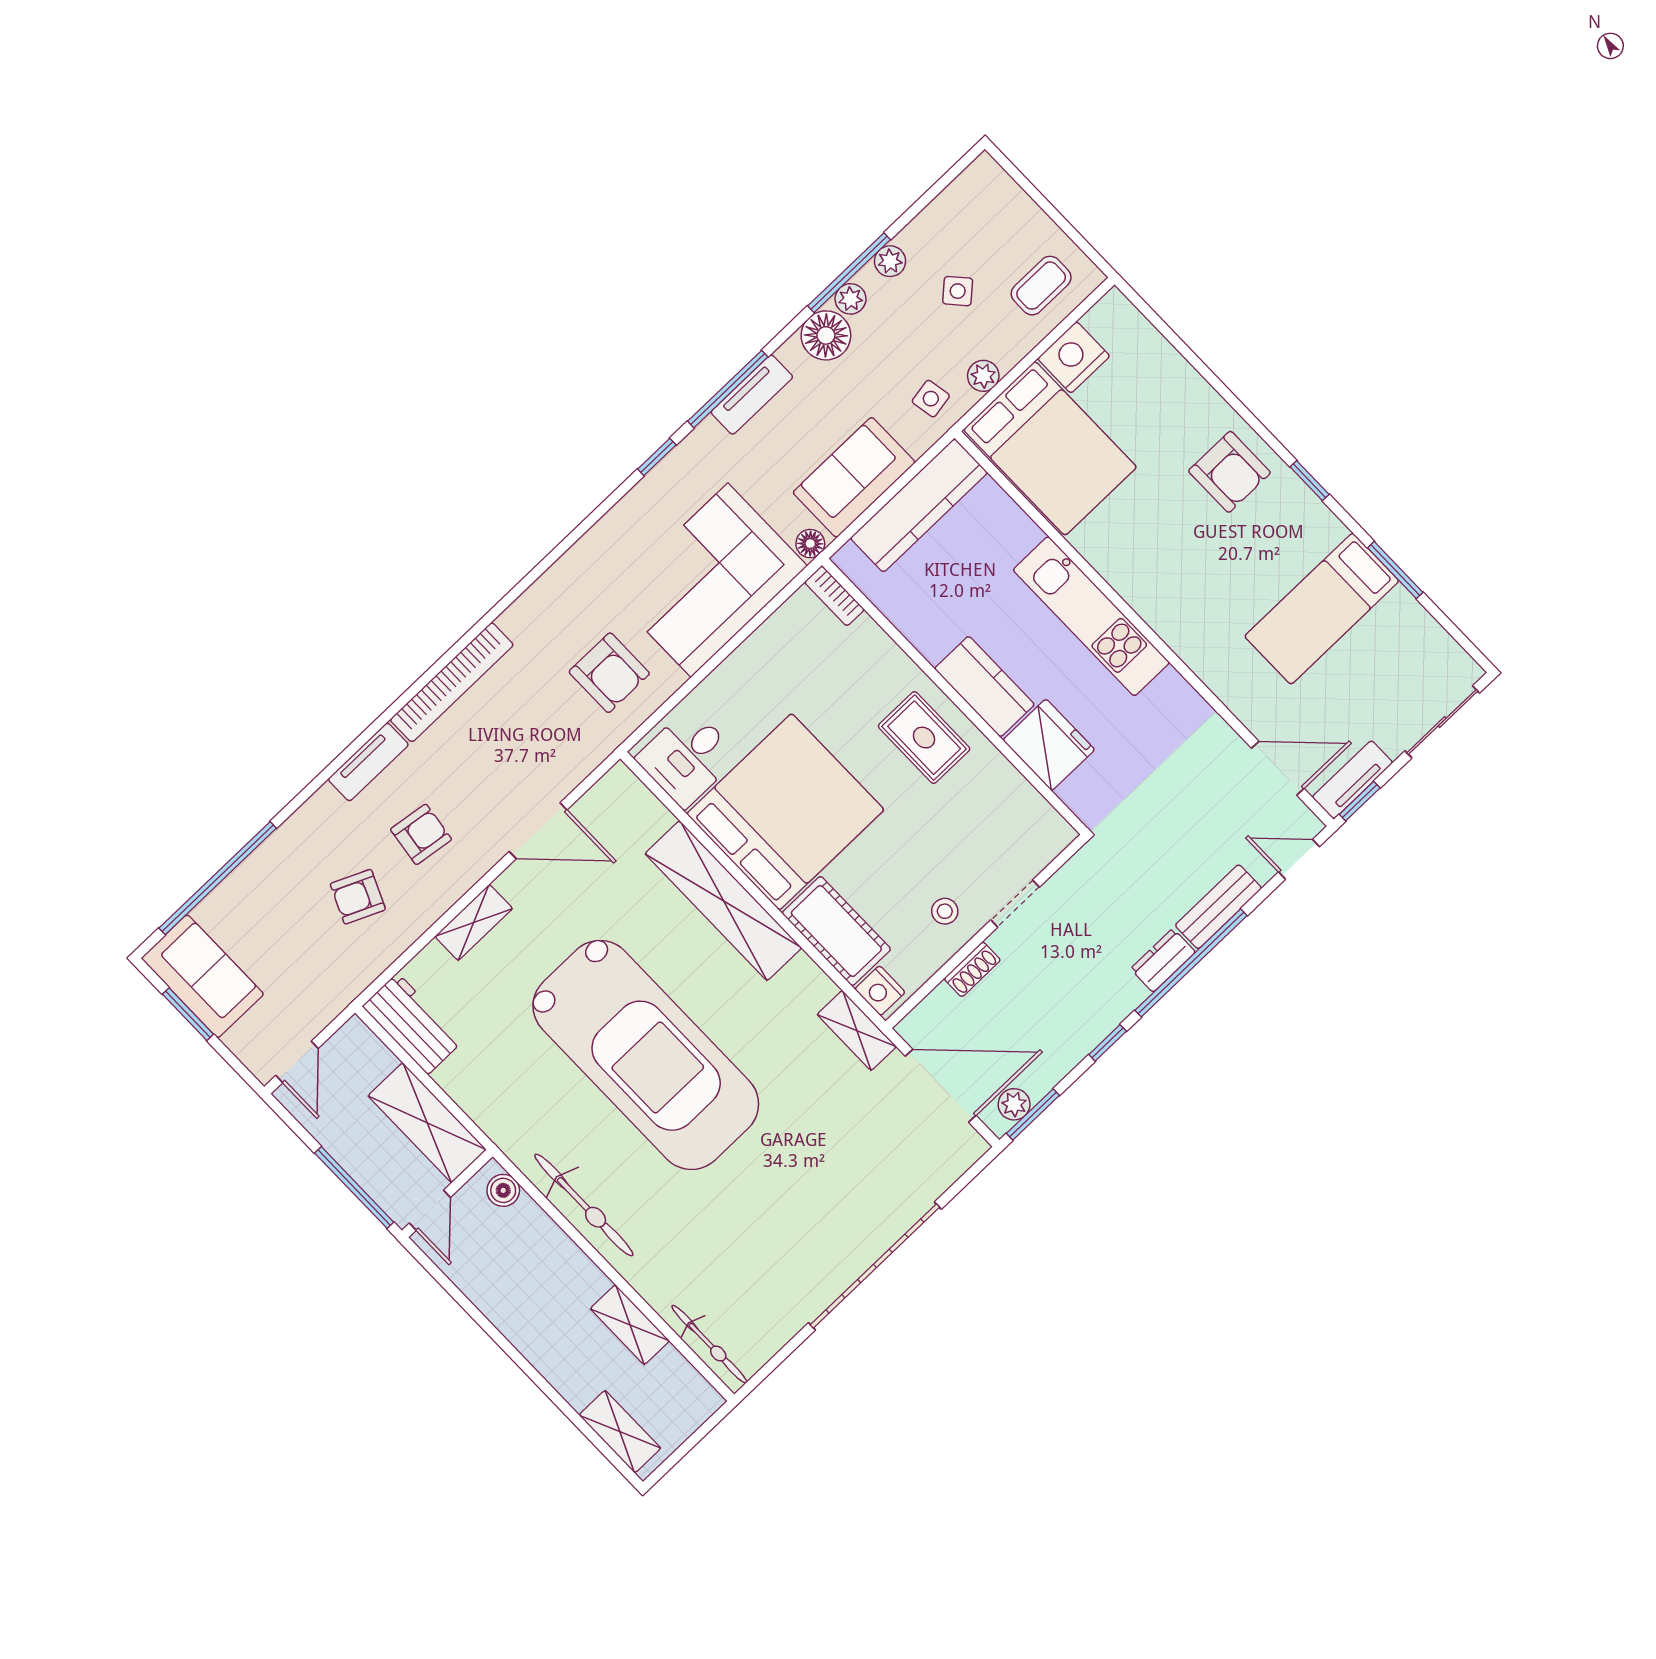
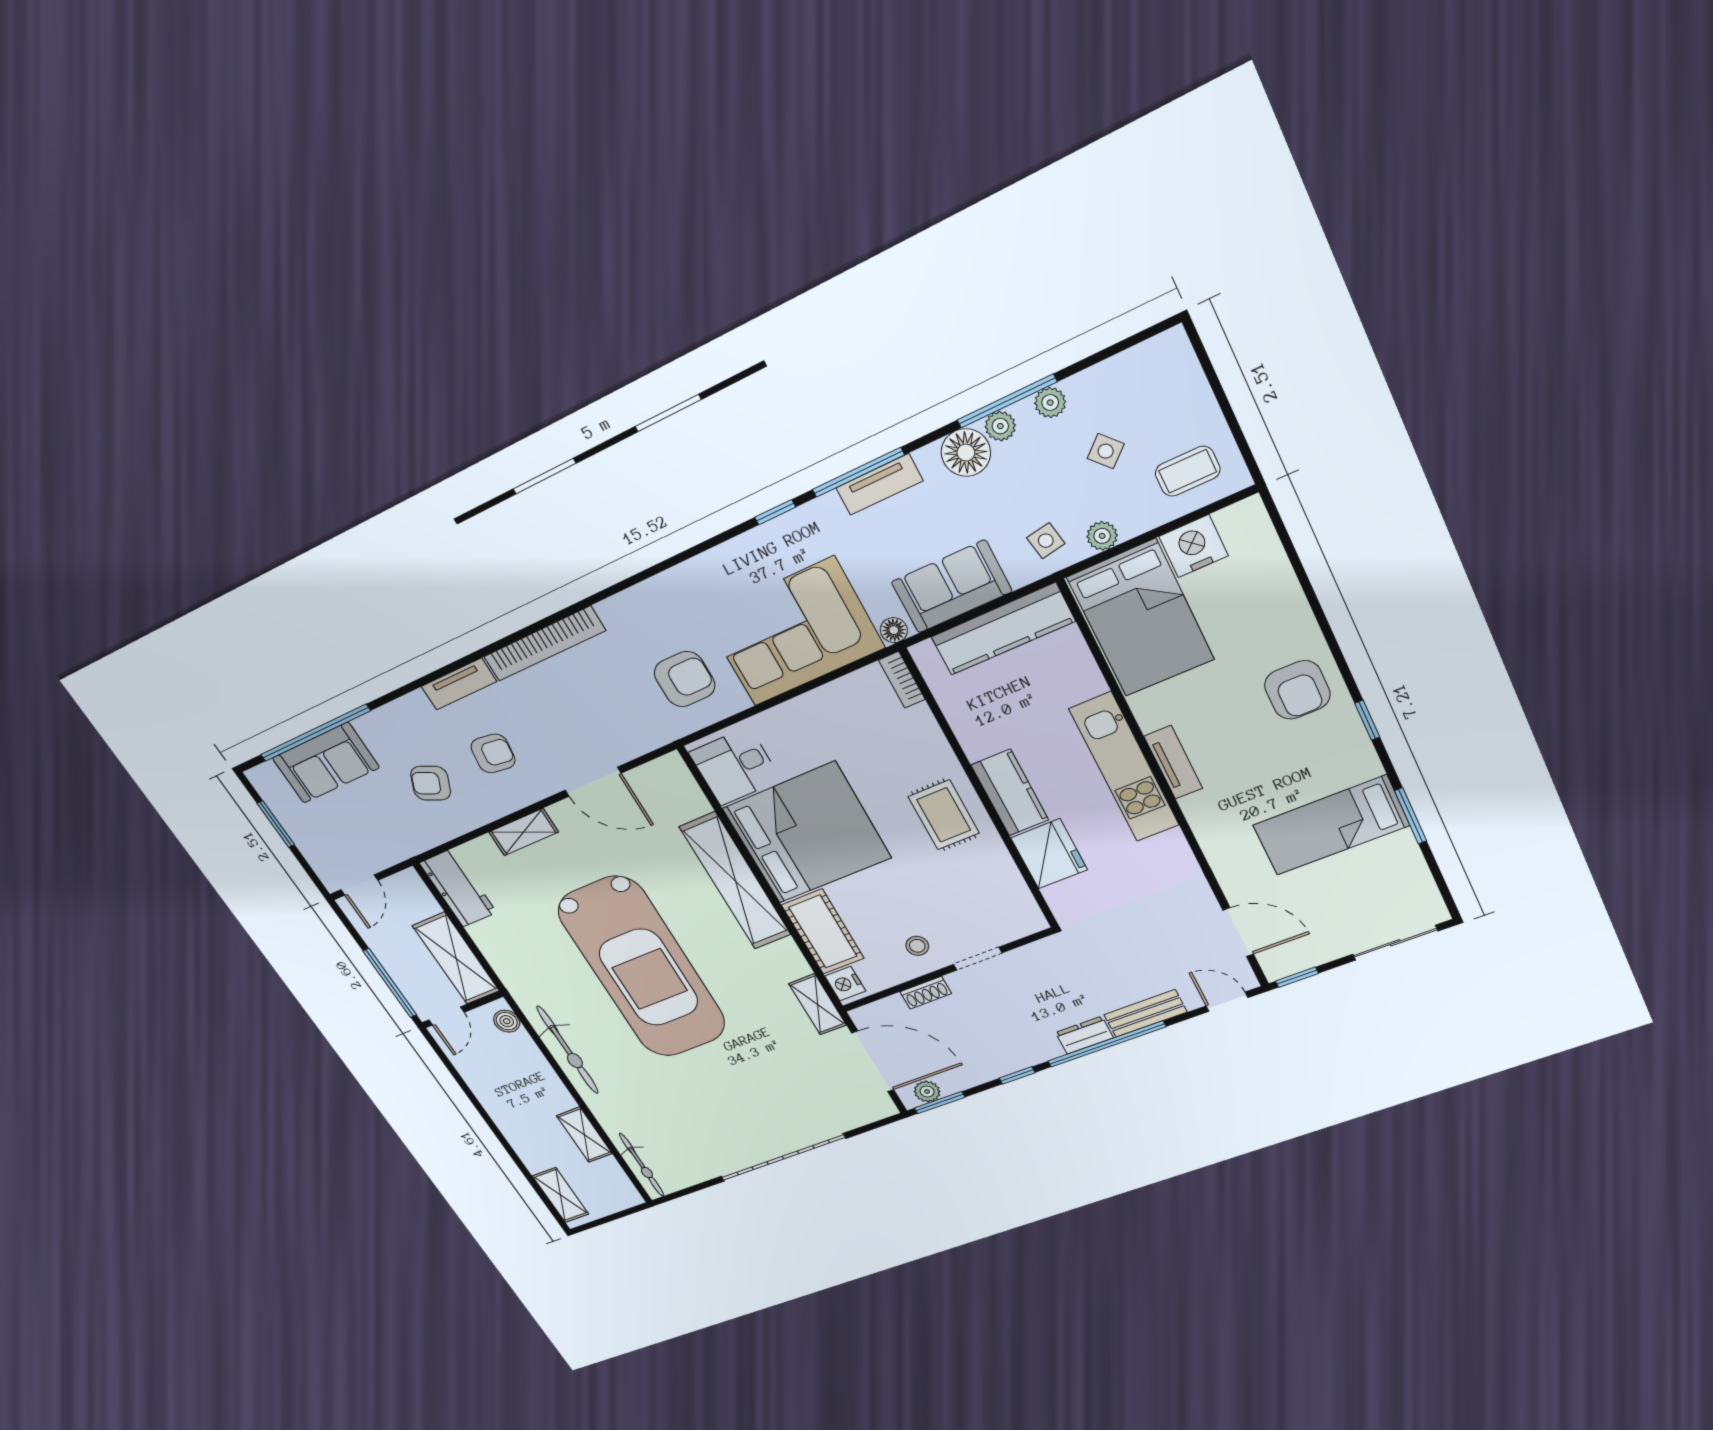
armchair: (609, 673) -> (685, 679), turned -90
tv unit: (1352, 780) -> (1173, 762), moved, turned 90
sofa: (202, 976) -> (326, 763), moved, turned 90

